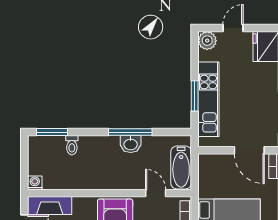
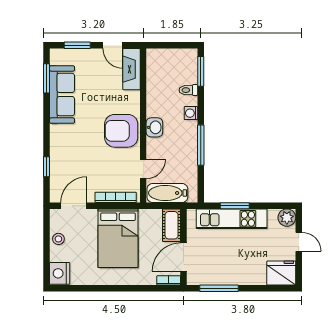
washbasin: (131, 144) -> (154, 127), moved, turned 180
cot: (215, 163) -> (172, 225), added
washing machine: (35, 183) -> (191, 113), moved, turned 180

